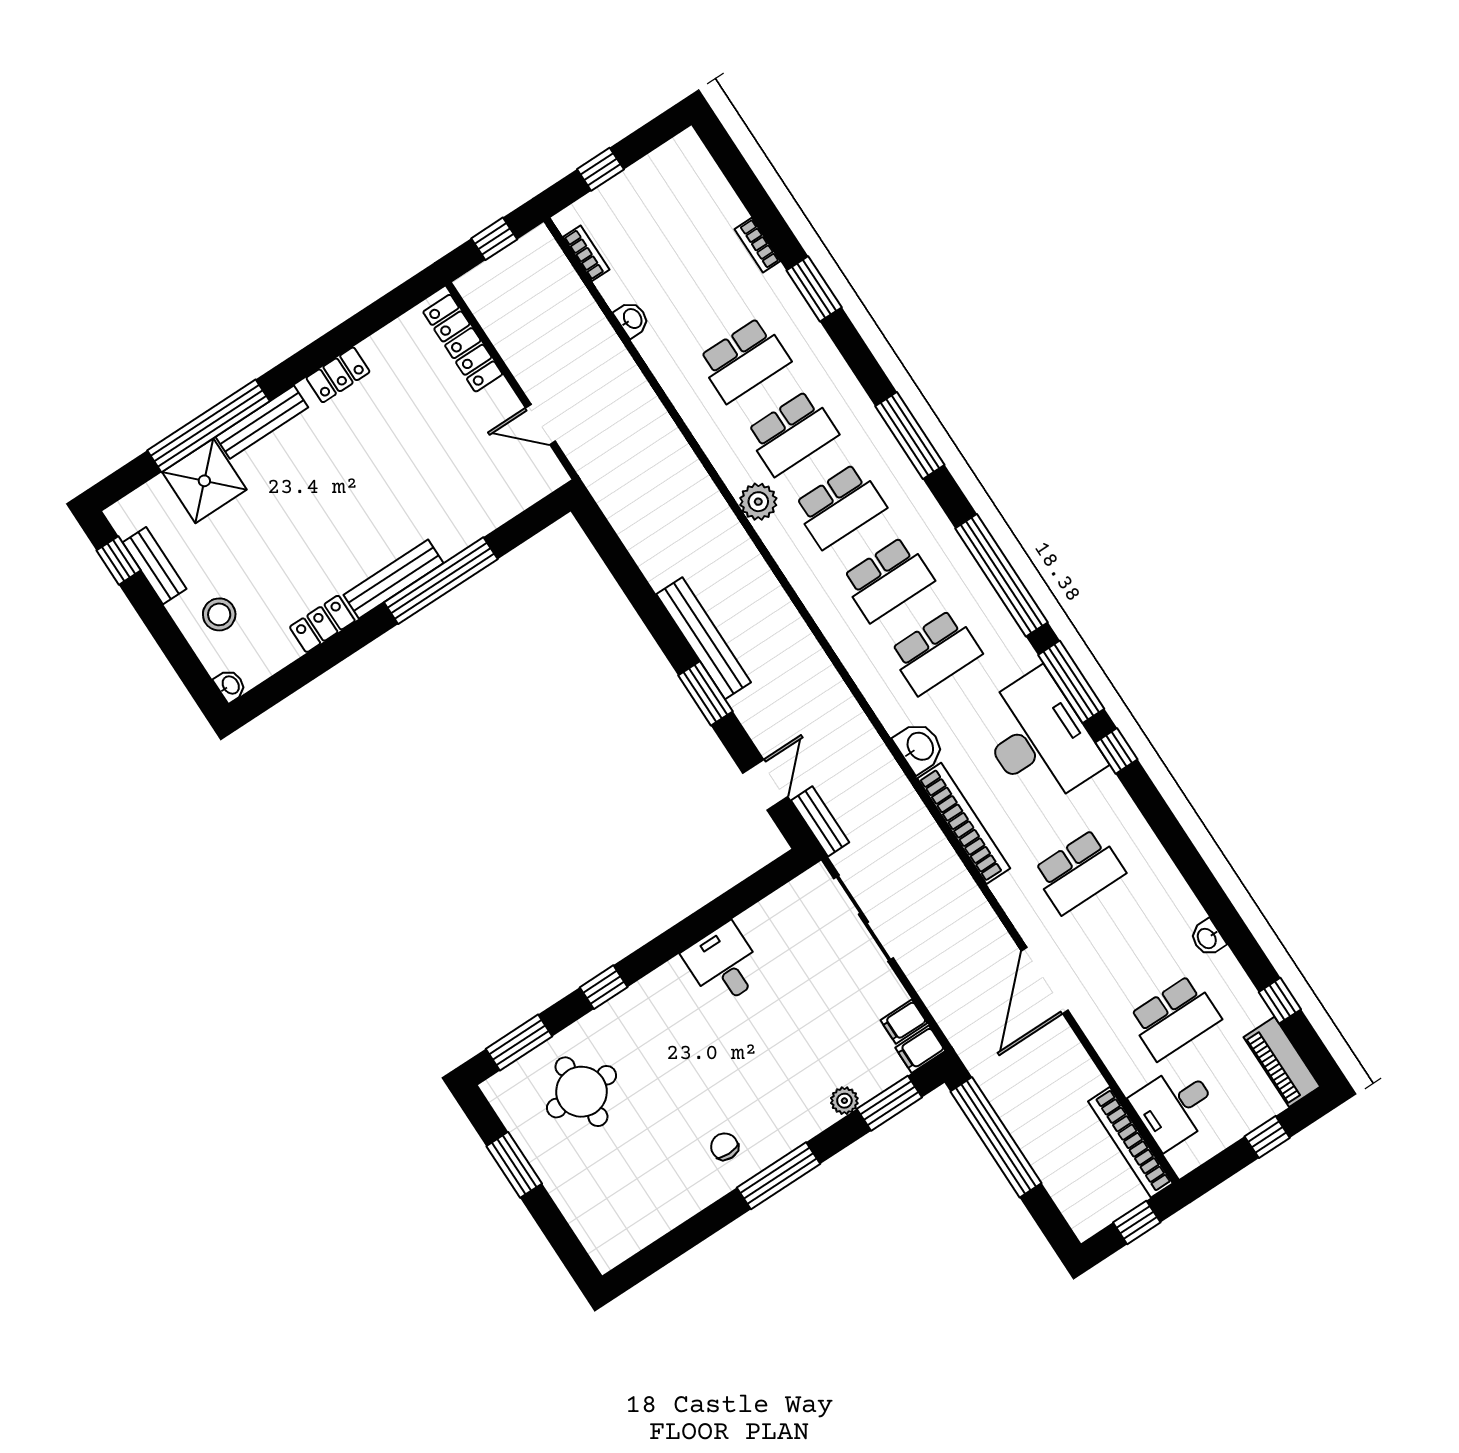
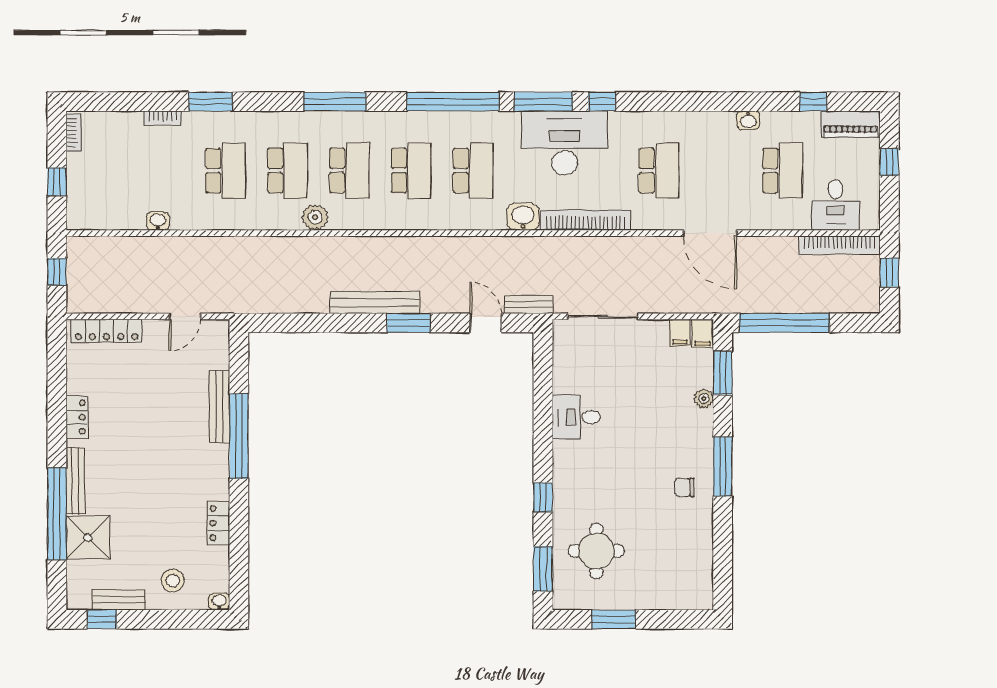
bookcase: (586, 253) -> (74, 132), moved, turned 90
bench: (394, 579) -> (219, 407), moved

